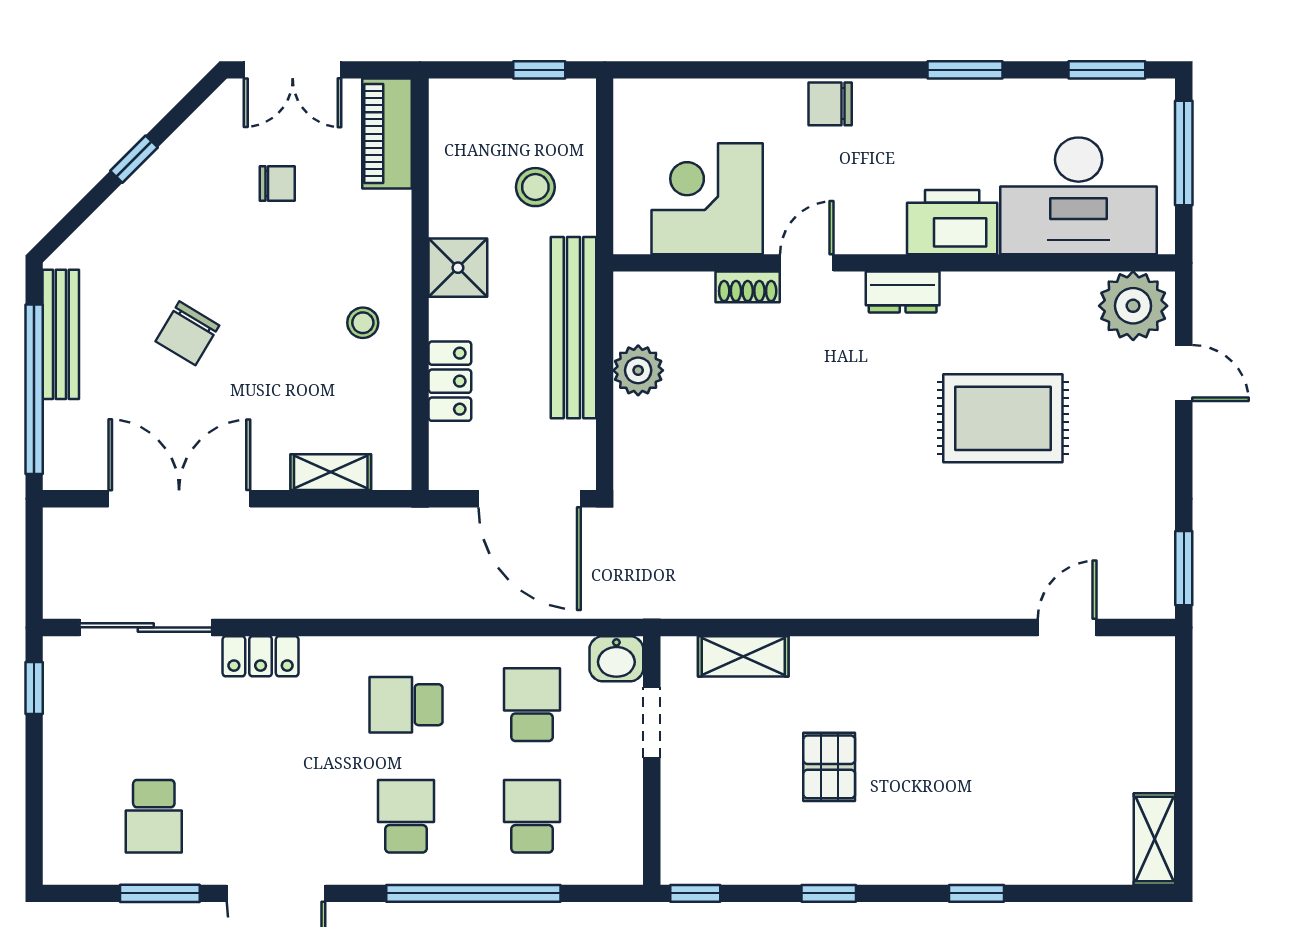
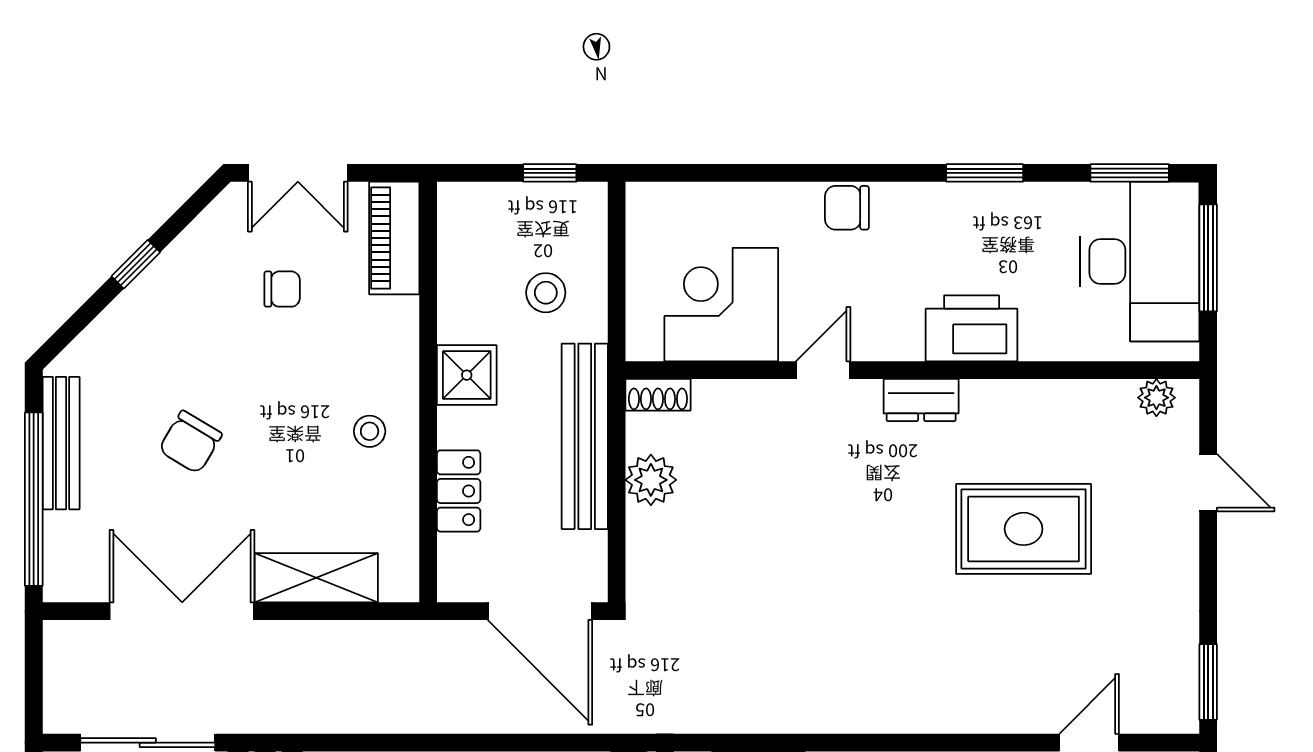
desk: (1079, 196) -> (1140, 262), moved, turned -90
shoe rack: (748, 287) -> (658, 395), moved
plant: (1133, 306) -> (1156, 398), width x0.53, depth x0.53
shelving: (331, 472) -> (316, 578), width x1.50, depth x1.33

